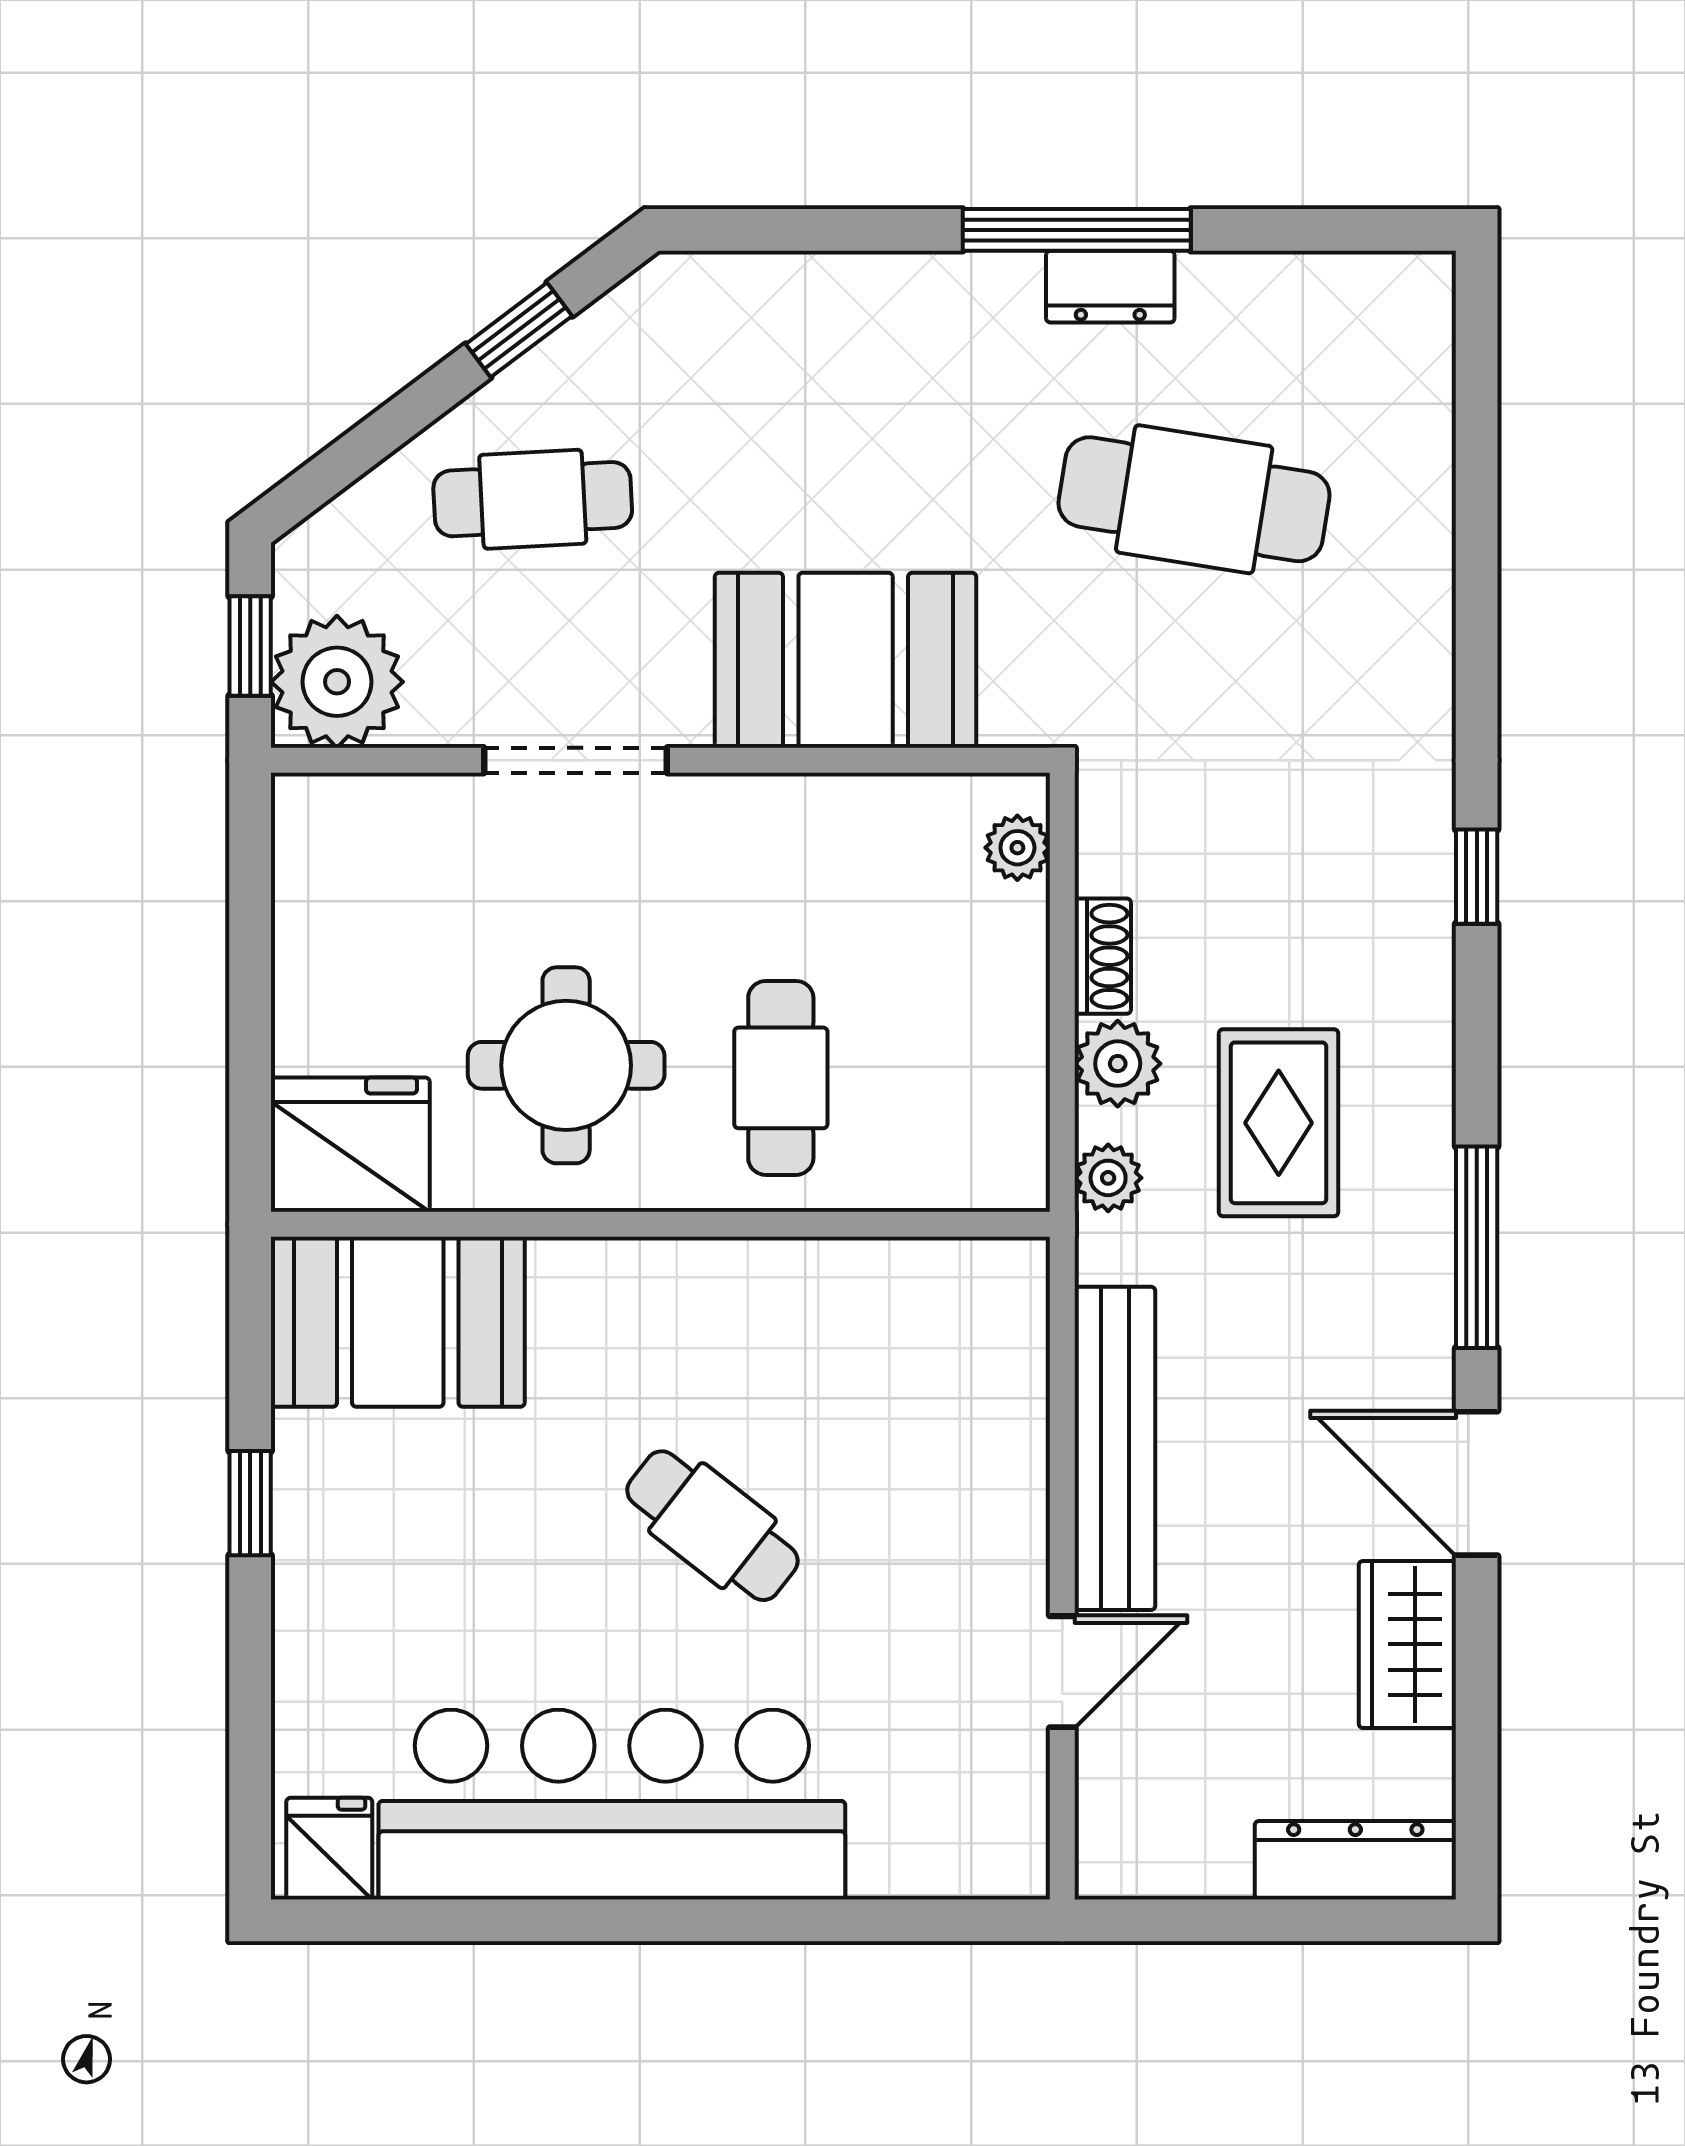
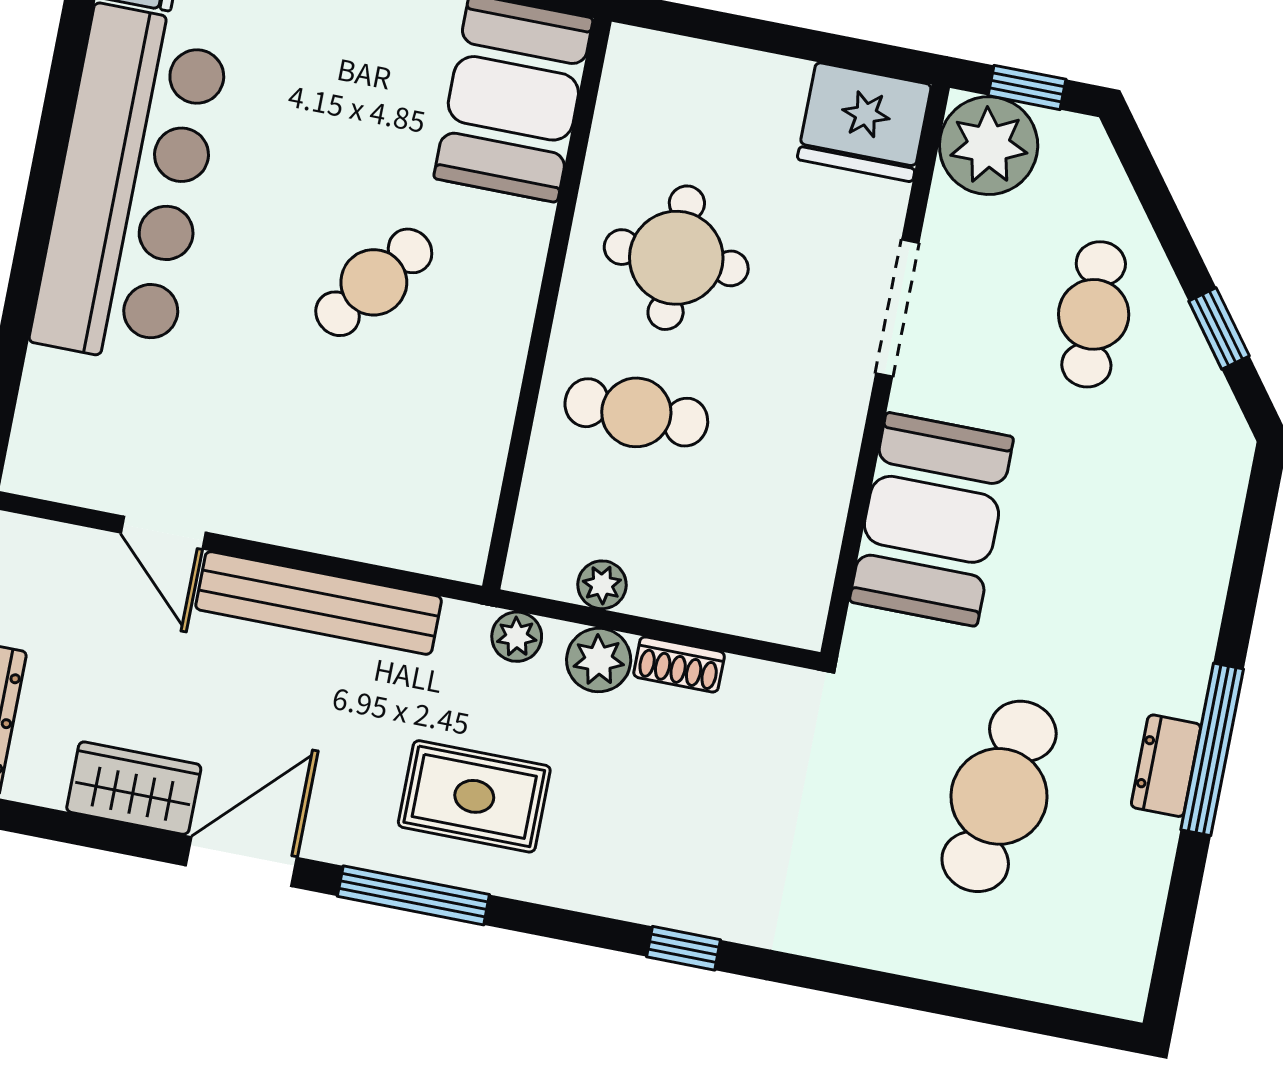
plant: (1017, 848) -> (602, 585), moved
rug: (1279, 1123) -> (474, 796), moved
fridge: (350, 1145) -> (864, 122), moved, turned 90
cafe table: (712, 1526) -> (374, 282), moved

